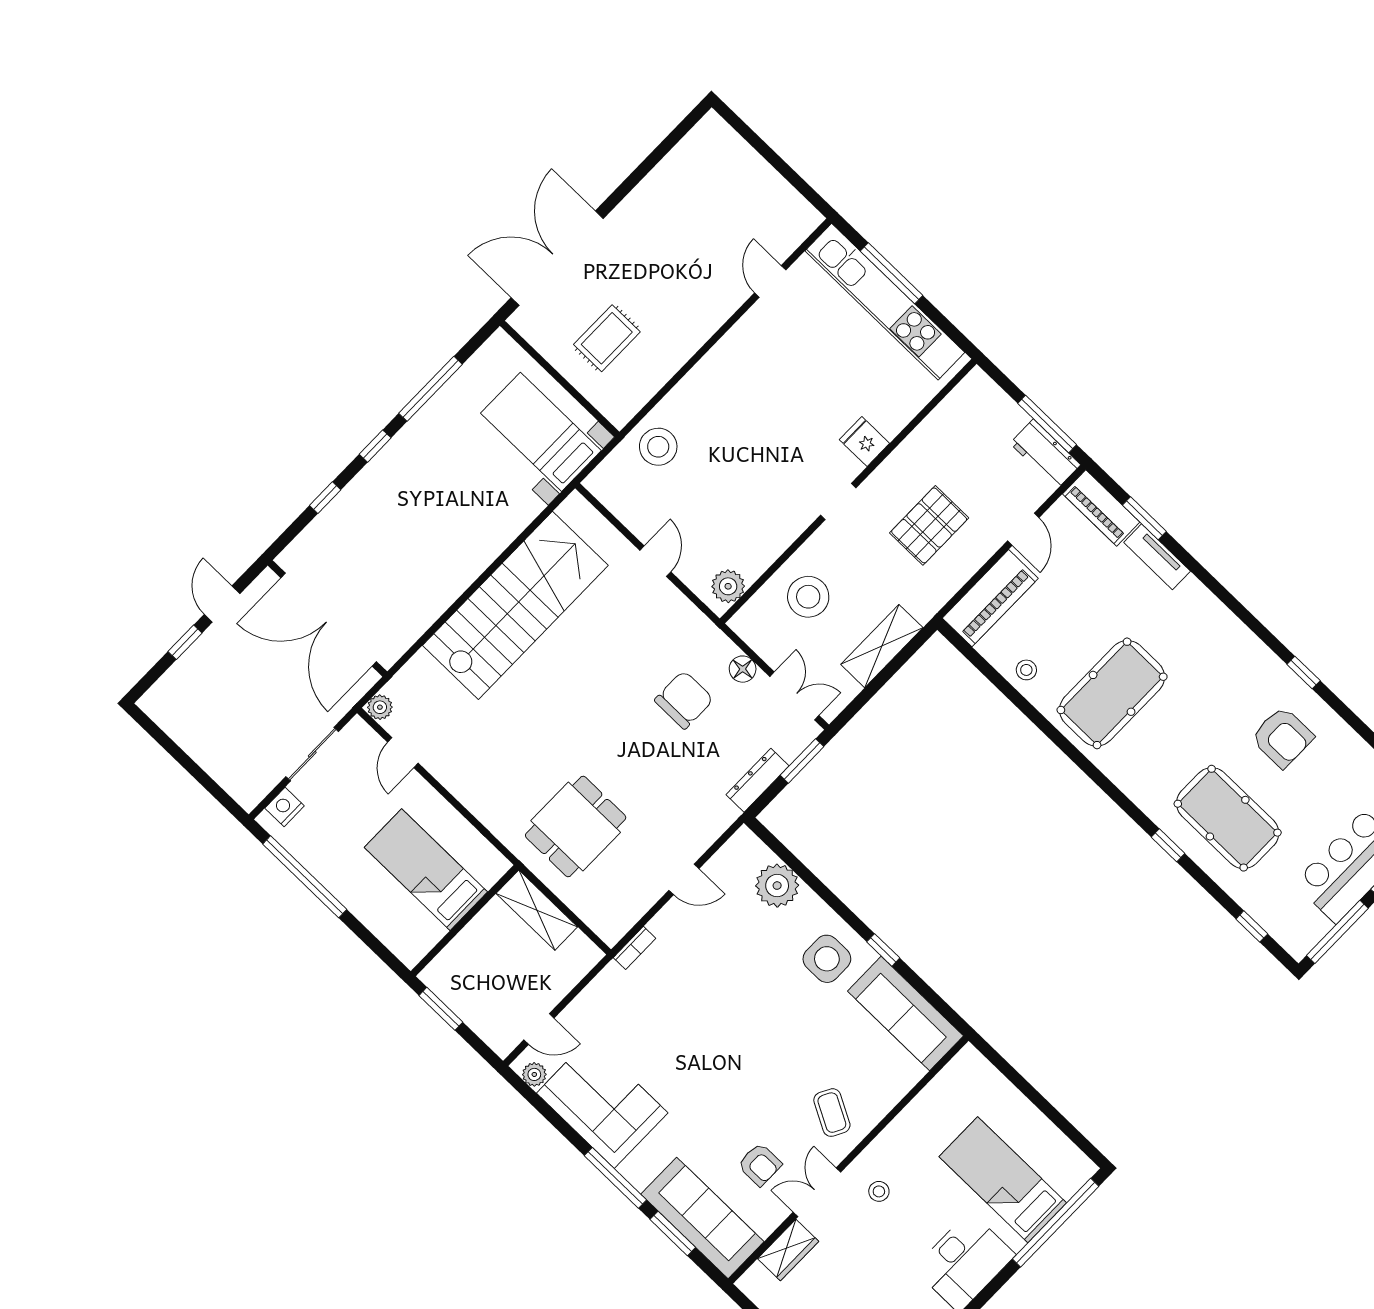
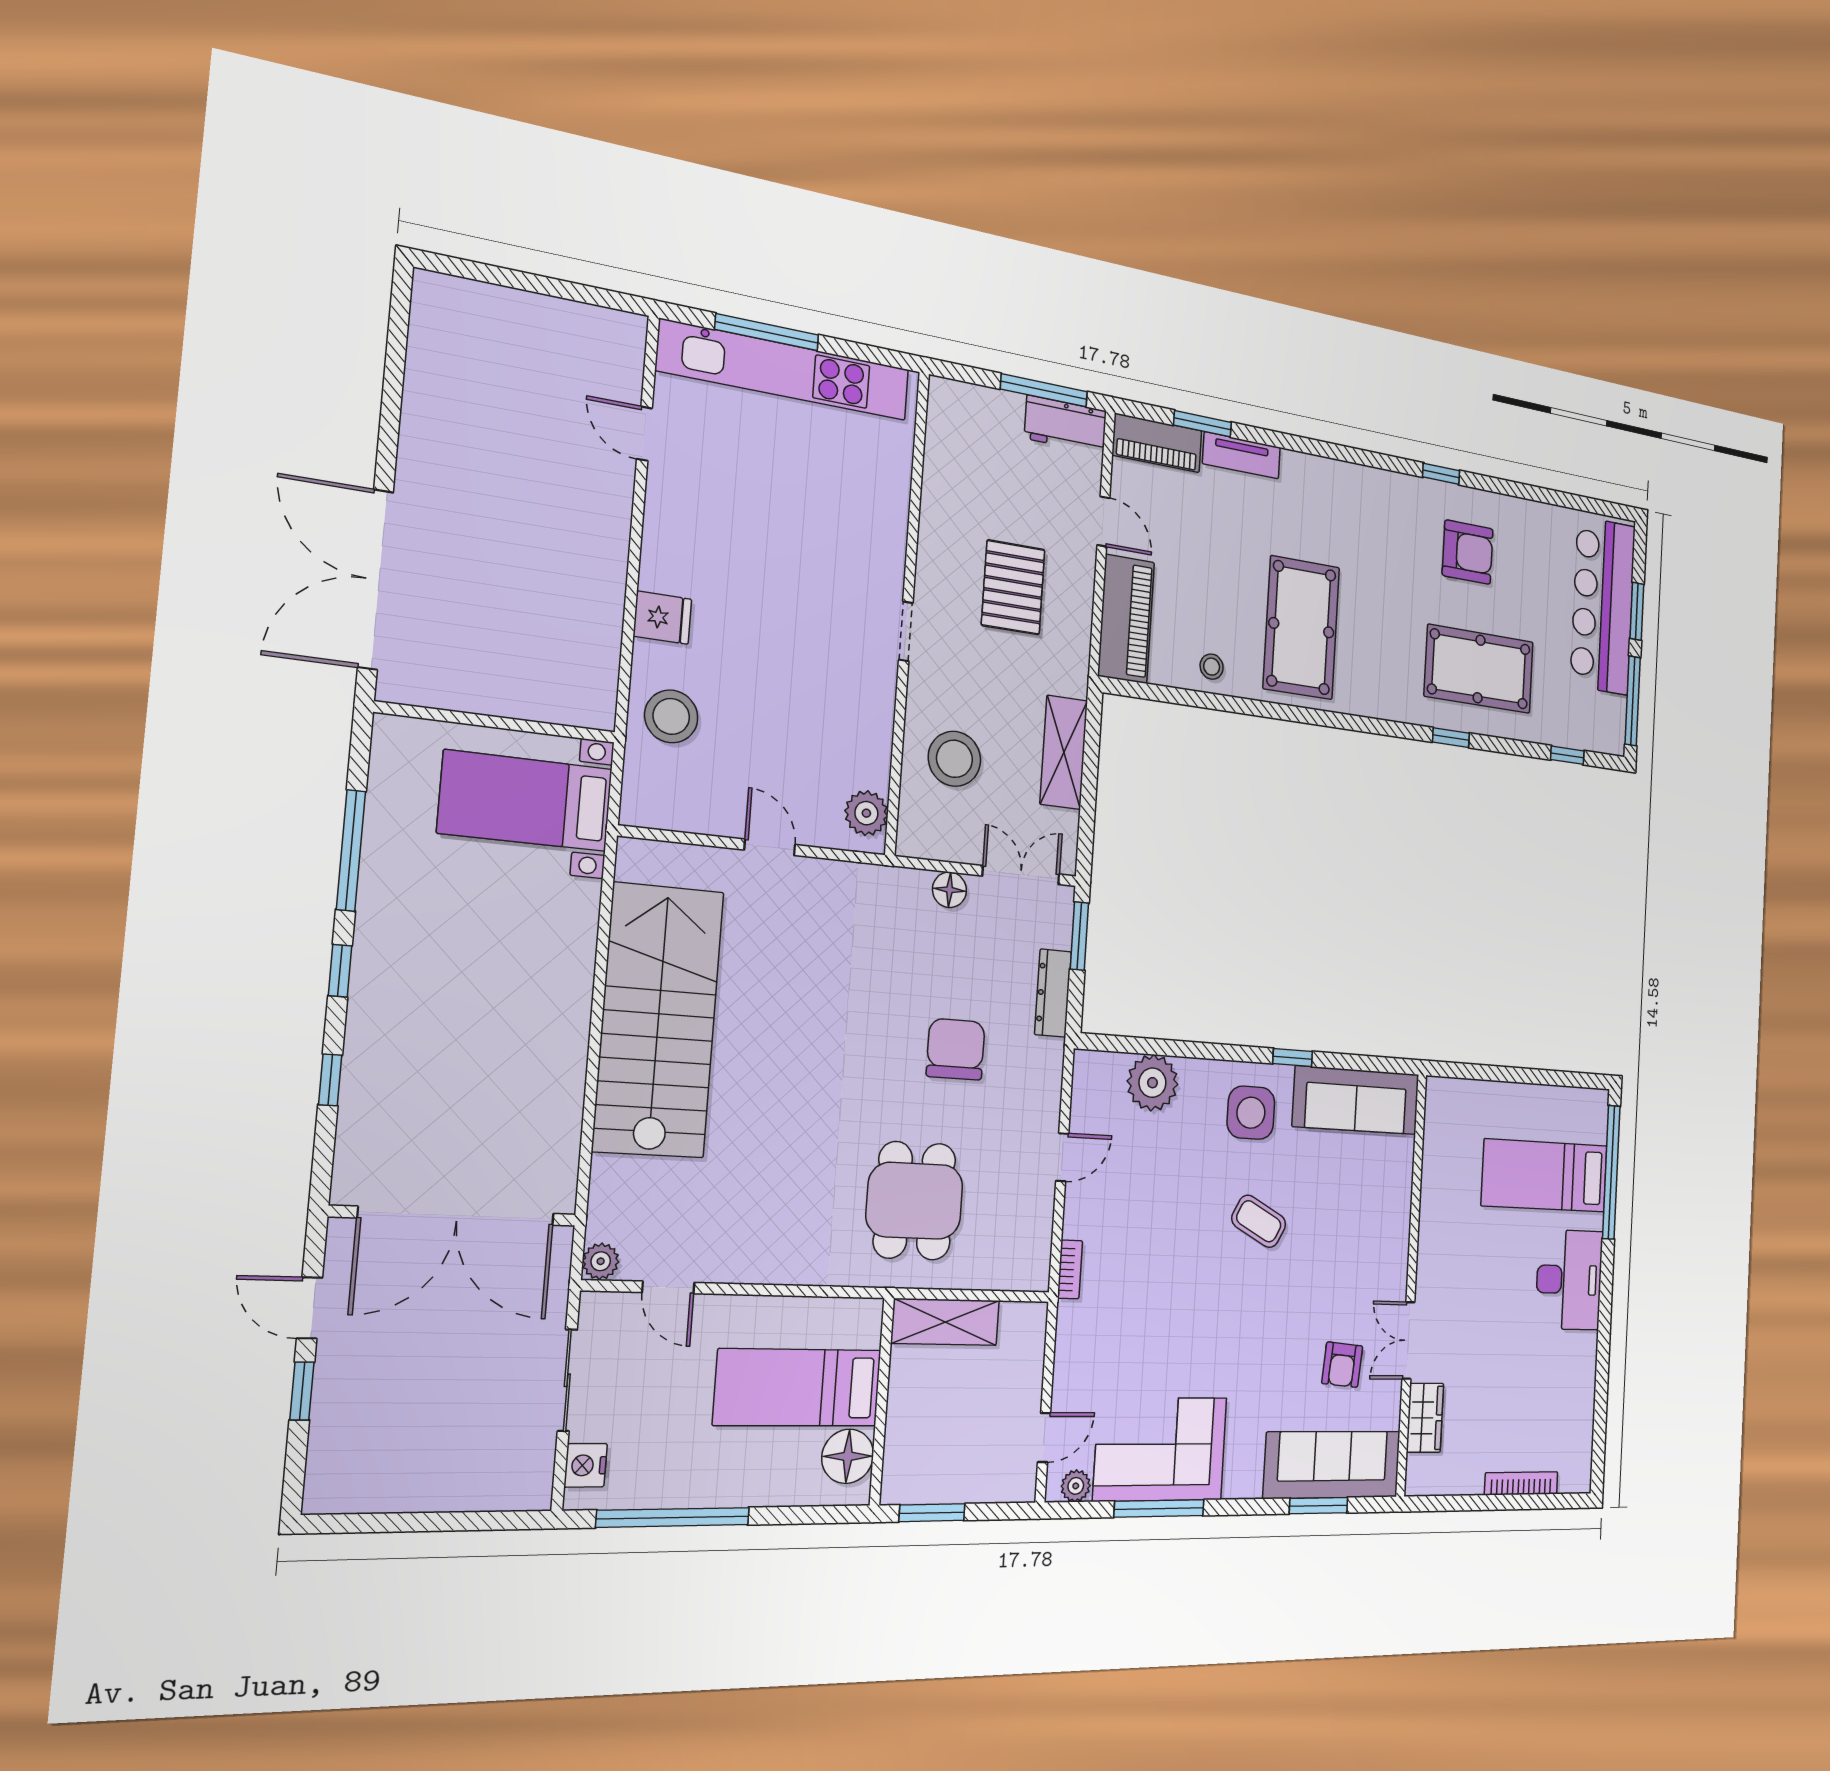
rug: (607, 338) -> (513, 634), removed
fridge: (864, 442) -> (662, 618), moved, turned 180
chair: (684, 700) -> (956, 1049), moved
floor lamp: (421, 933) -> (848, 1456), added
coffee table: (832, 1113) -> (1259, 1221), moved
armchair: (760, 1164) -> (1342, 1365), turned 95
window: (615, 1178) -> (1159, 1509), moved
stool: (879, 1191) -> (1457, 1287), removed

